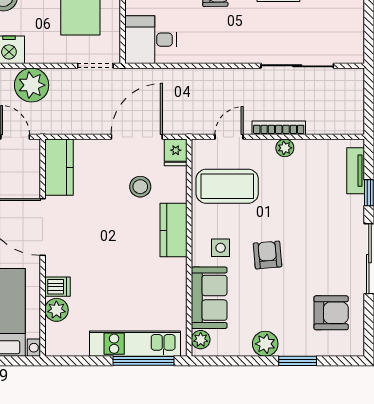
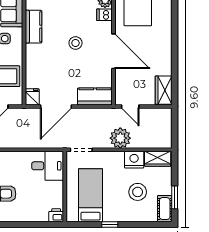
kitchen counter: (59, 167) -> (95, 96), moved, turned 90
stool: (140, 187) -> (76, 43), moved
kitchen counter: (173, 230) -> (34, 27), moved

